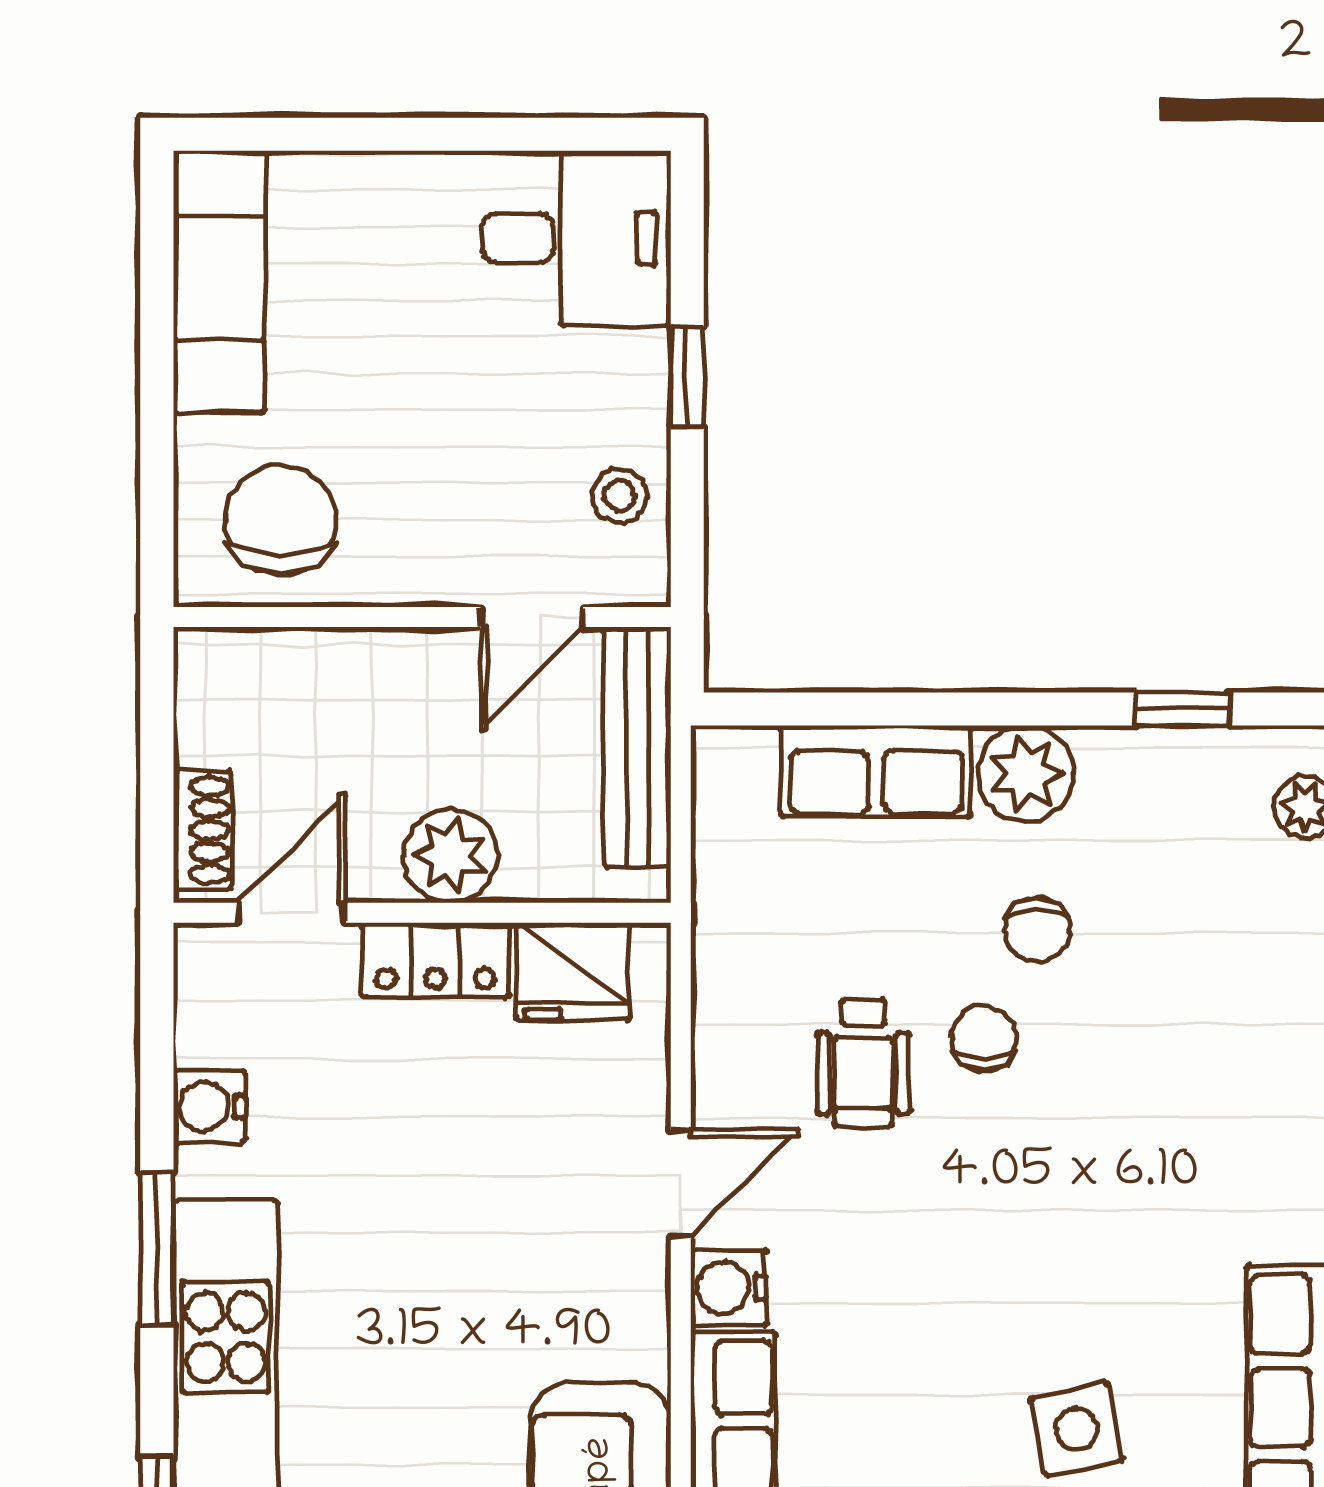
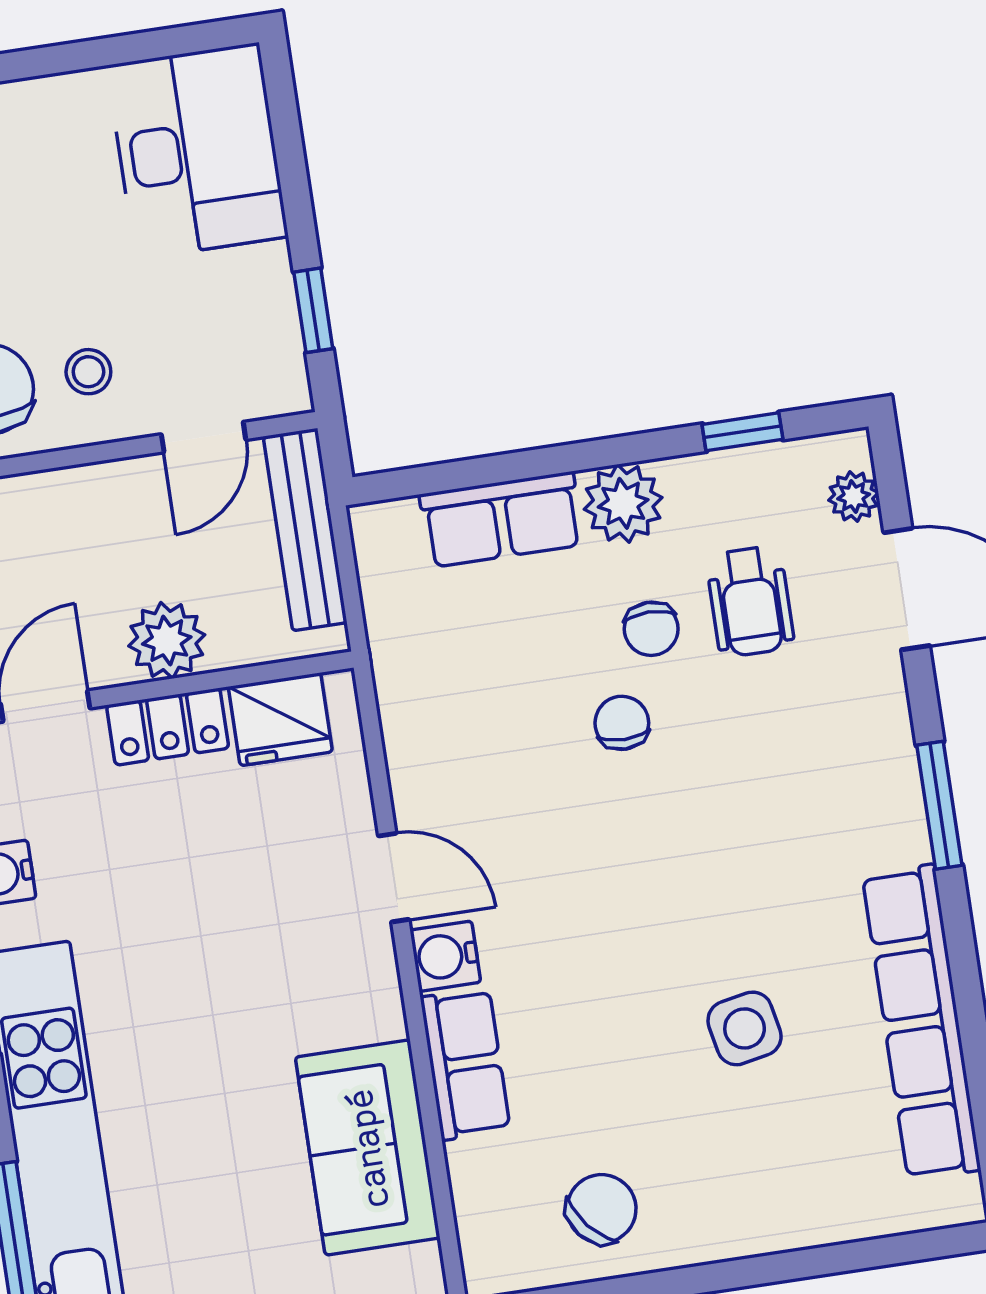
desk: (576, 238) -> (197, 151), width x1.37
window: (687, 377) -> (313, 310), moved
stool: (620, 496) -> (88, 372), moved
wheelchair: (863, 1063) -> (750, 602), moved
door: (681, 1183) -> (394, 878), hinge flipped

